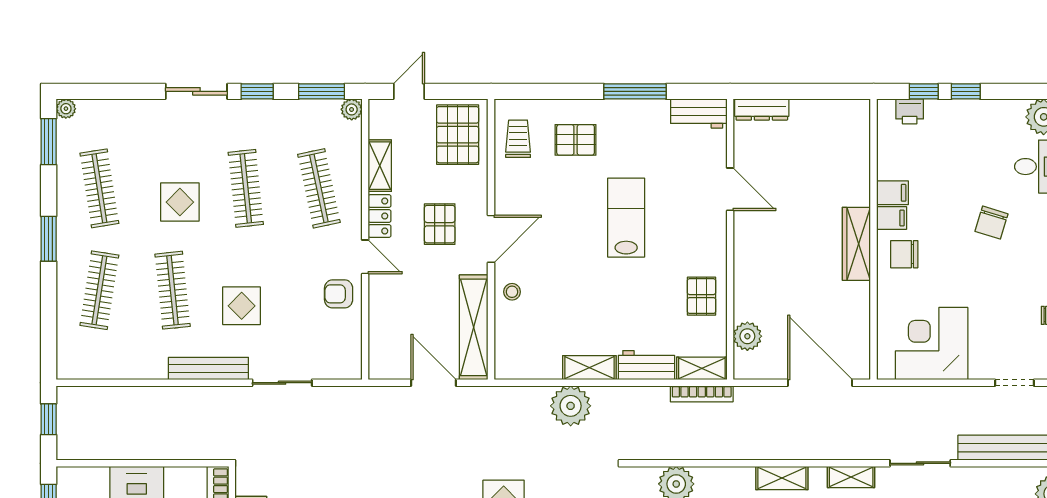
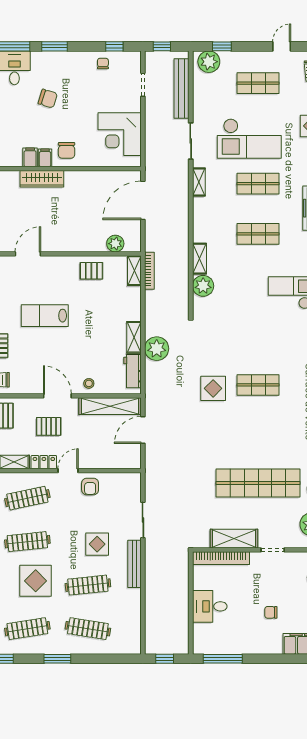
display table: (180, 202) -> (36, 581), width x1.36, depth x1.36
wardrobe: (856, 244) -> (42, 179), moved
workbench: (646, 365) -> (132, 371), moved
shelving: (782, 478) -> (200, 259), moved

